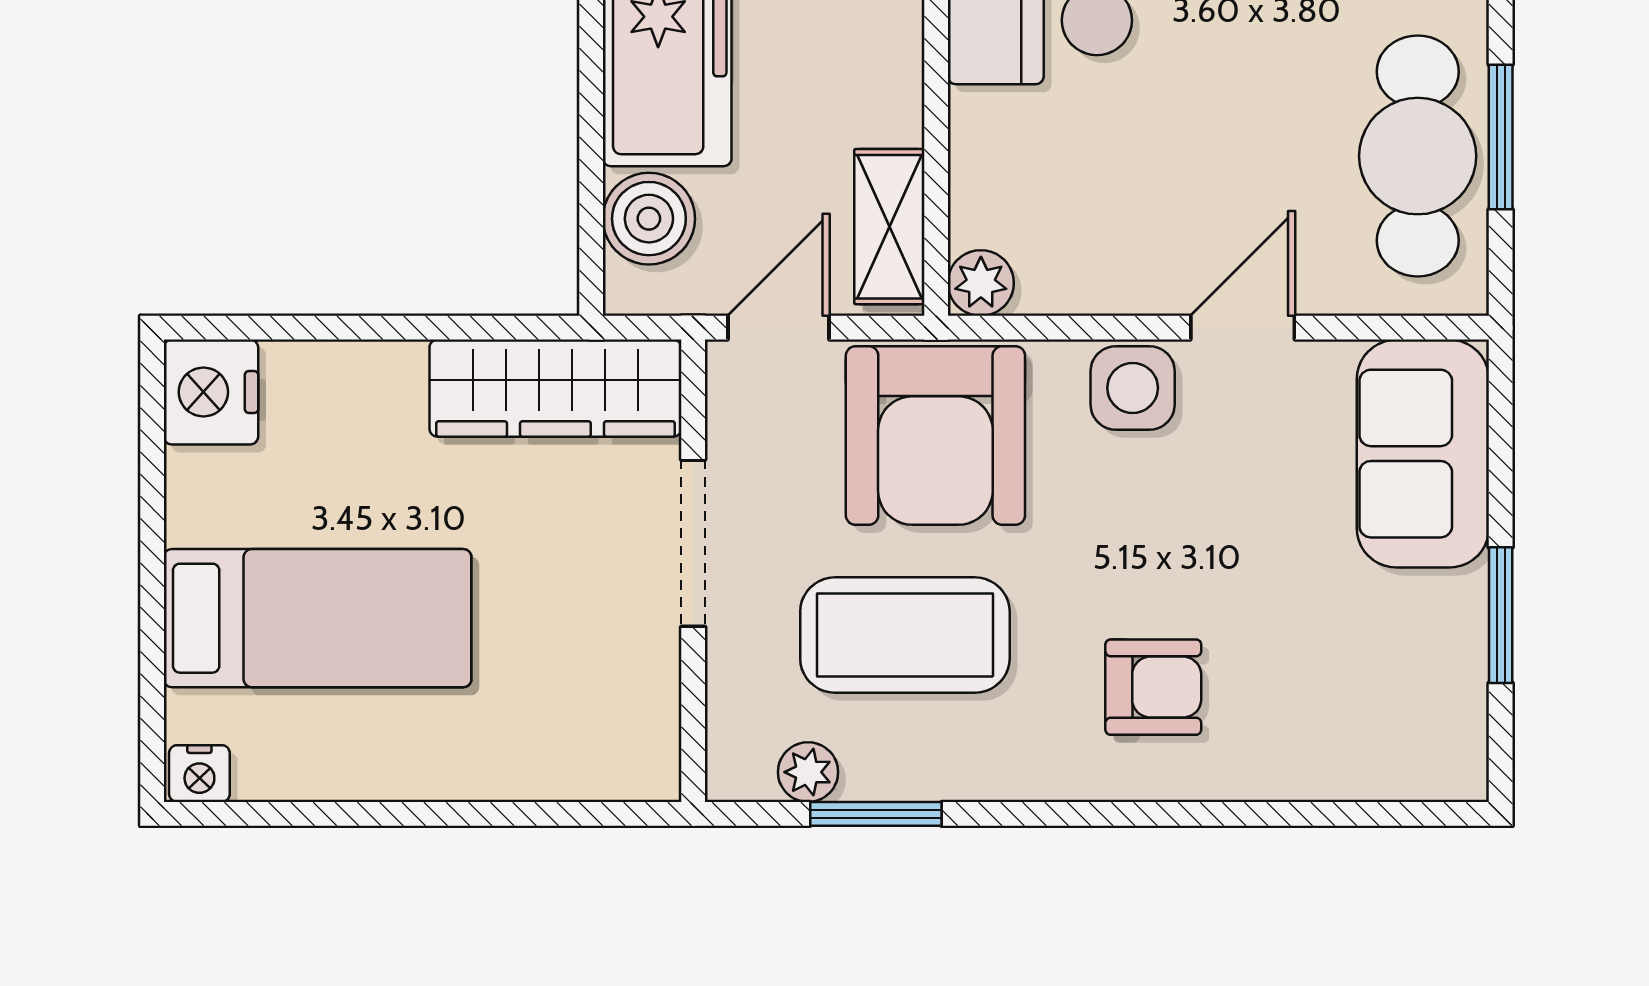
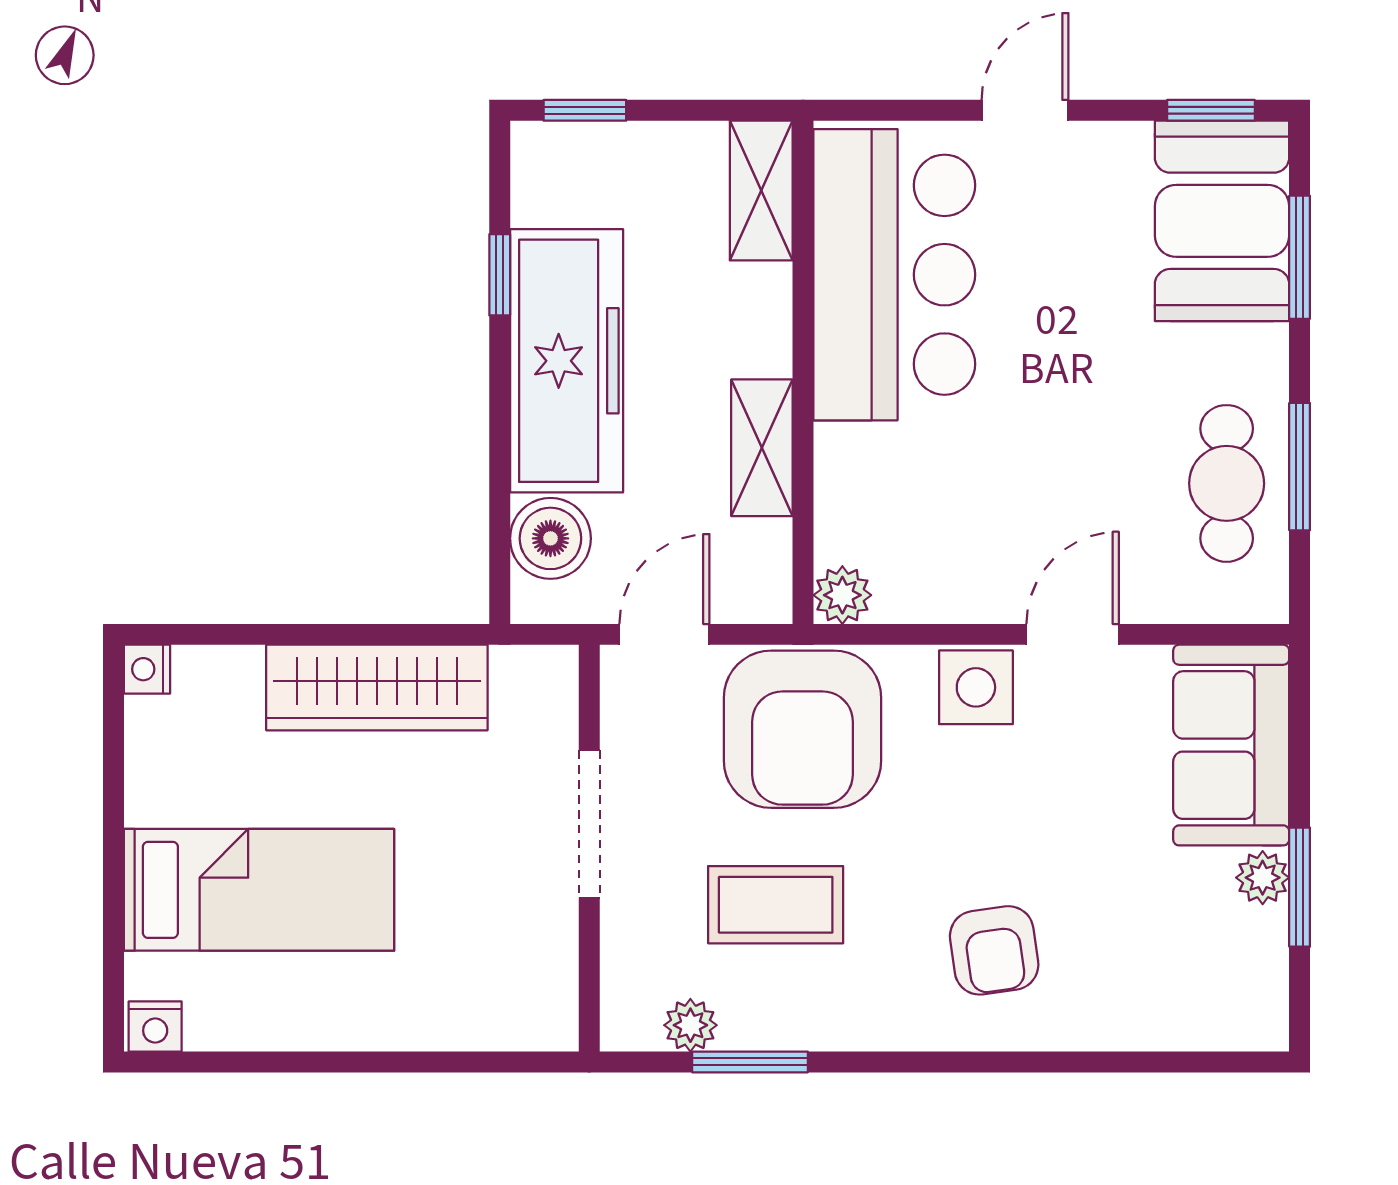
cafe table: (1418, 156) -> (1227, 483), width x0.73, depth x0.74
shelving: (889, 227) -> (762, 448), moved
wardrobe: (555, 388) -> (377, 688), moved
nightstand: (211, 392) -> (147, 669), width x0.53, depth x0.56
plant: (1459, 604) -> (1263, 878), added
coffee table: (905, 635) -> (776, 905), width x0.73, depth x0.76
armchair: (1153, 687) -> (994, 950), turned 82

